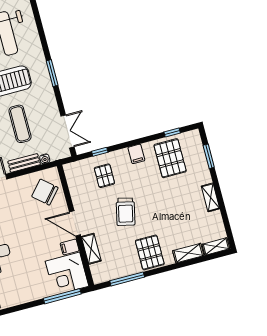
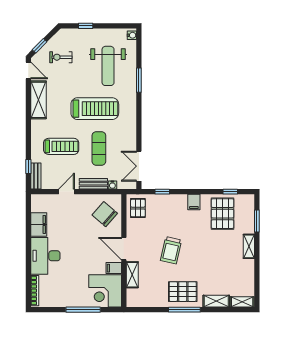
window: (52, 73) -> (139, 80), moved
double door: (68, 131) -> (139, 166), swing flipped
pallet: (104, 176) -> (138, 208), moved
shelving: (210, 197) -> (249, 246), moved
pallet: (150, 252) -> (183, 292), turned 90
window: (127, 279) -> (184, 310), moved
window: (62, 296) -> (83, 310), moved

